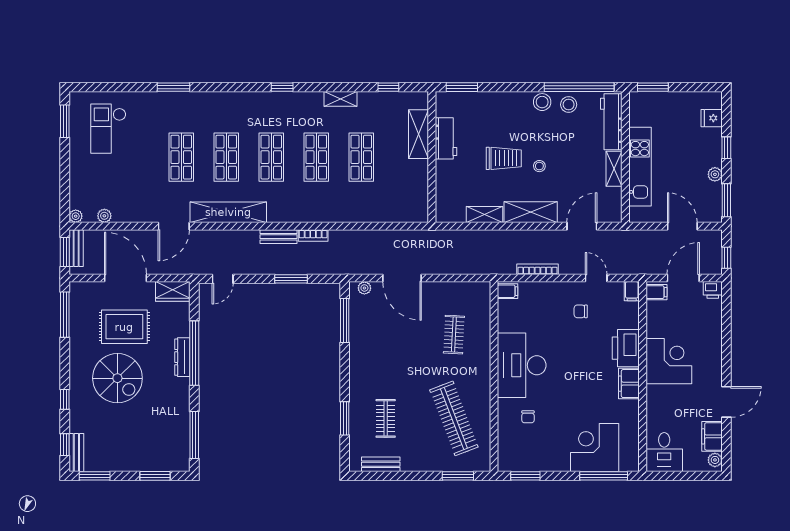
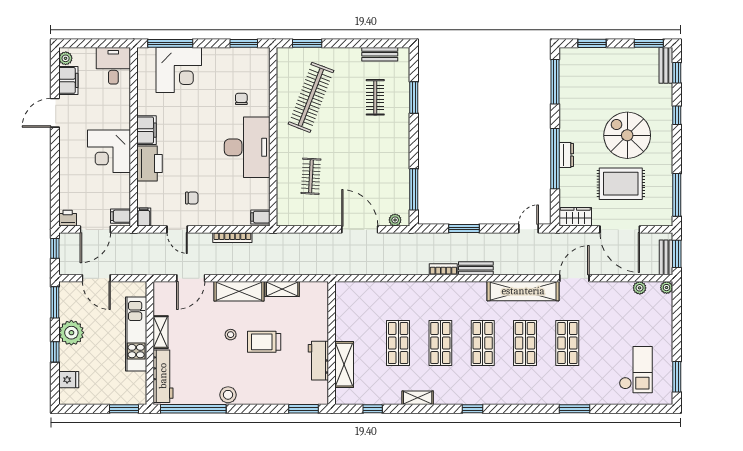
stool: (569, 105) -> (203, 392), removed
plant: (715, 174) -> (71, 333), width x1.87, depth x1.87
dresser: (182, 357) -> (566, 155), width x0.70
clothes rail: (454, 418) -> (311, 97), turned 42

